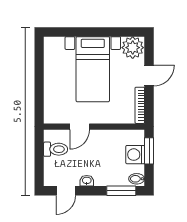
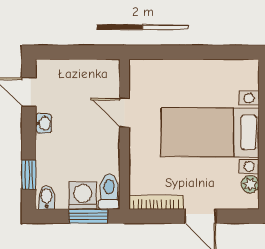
plant: (133, 48) -> (250, 184), width x0.53, depth x0.53
toilet: (56, 149) -> (109, 192), moved, turned 180
window: (121, 191) -> (29, 175), width x0.67

